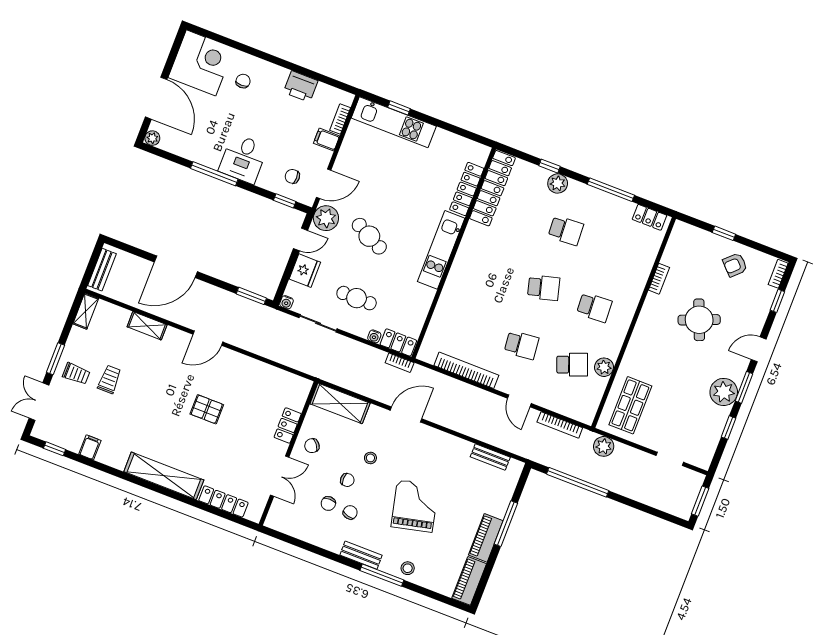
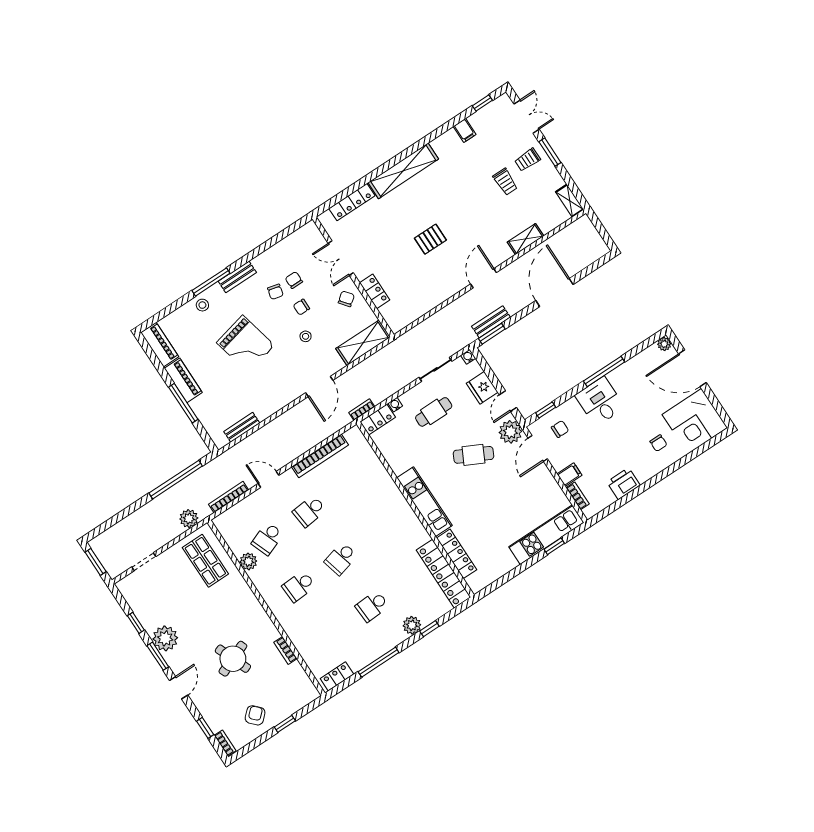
bench: (102, 270) -> (491, 322), moved, turned 90

